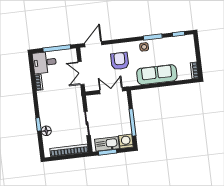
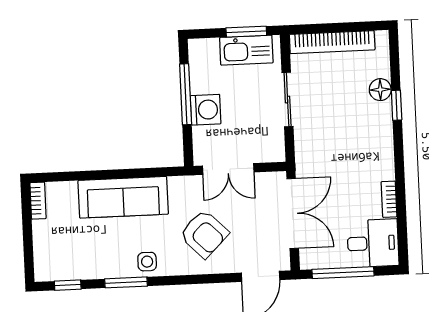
armchair: (120, 61) -> (204, 234), turned -45
double door: (81, 73) -> (293, 213), width x1.37
washing machine: (126, 141) -> (206, 110), moved, turned -90

